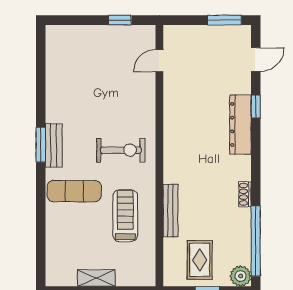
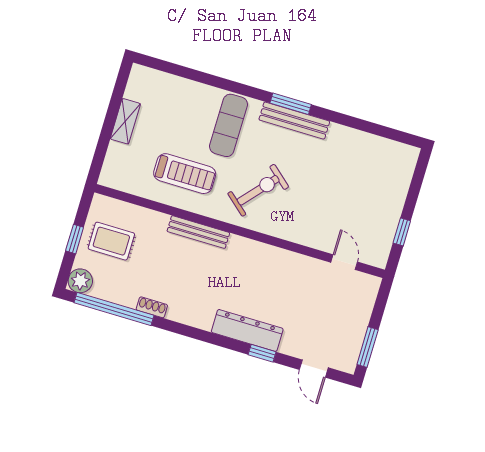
bench: (54, 145) -> (294, 121), width x1.36
exercise bike: (121, 150) -> (258, 190), turned -139
shoe rack: (245, 194) -> (152, 307), moved
bench: (171, 211) -> (198, 232), moved

